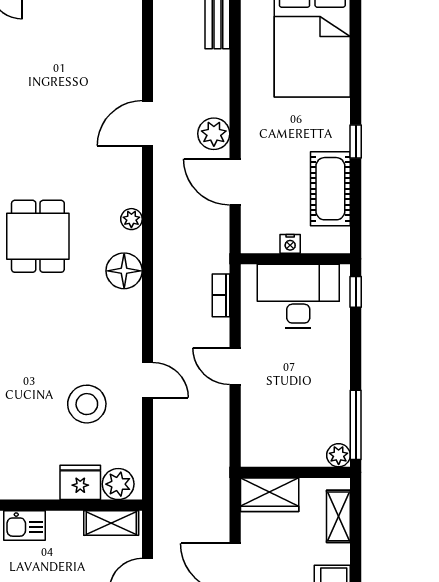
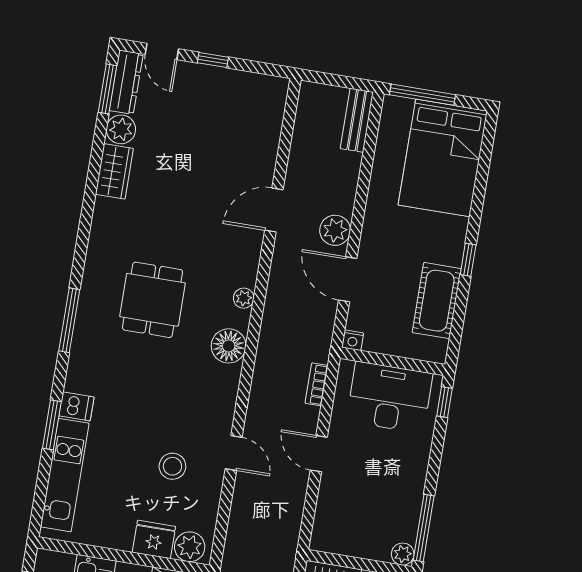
nightstand: (290, 244) -> (353, 340), moved
stool: (87, 404) -> (172, 466), width x0.73, depth x0.73

